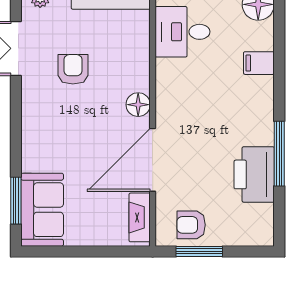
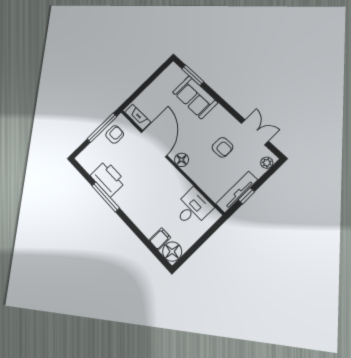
filing cabinet: (259, 63) -> (160, 239), moved
sofa: (42, 210) -> (195, 97), moved
window: (199, 251) -> (102, 128), width x1.44

